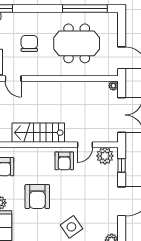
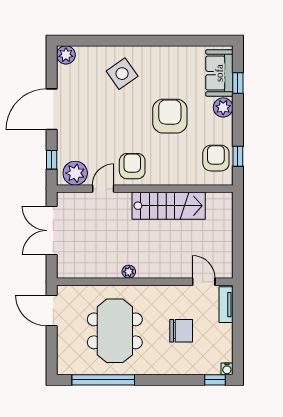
chair: (29, 43) -> (181, 331), turned -90
meeting table: (77, 43) -> (115, 331), turned 90
plant: (113, 86) -> (129, 272), moved

